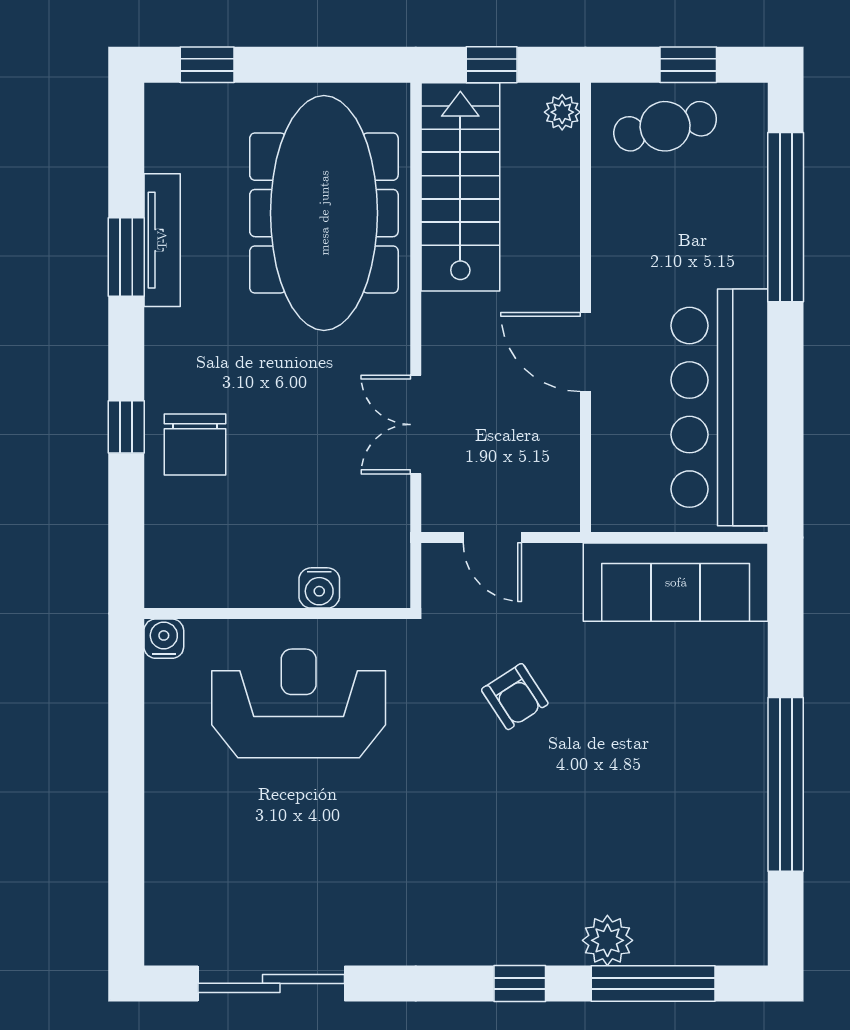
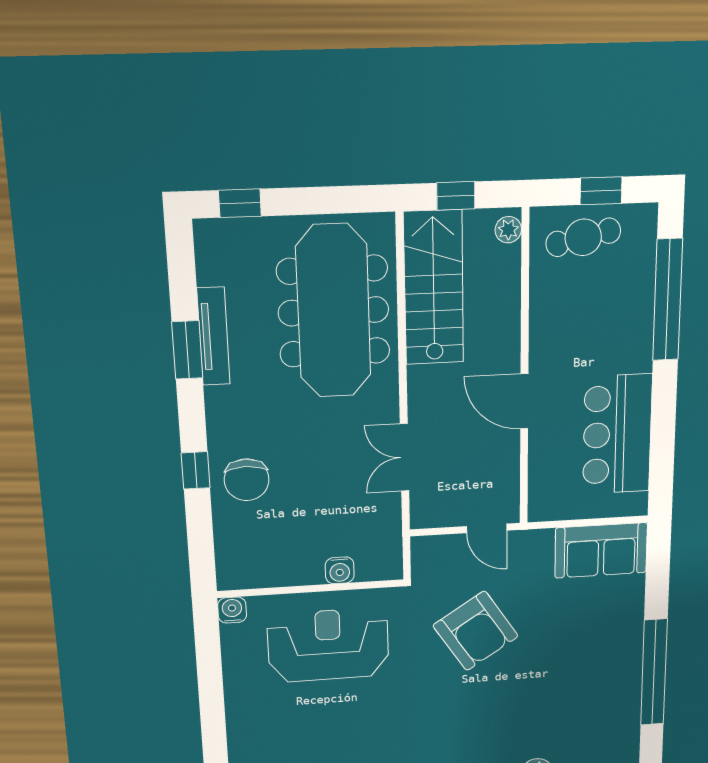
bar counter: (719, 407) -> (617, 434), width x0.73
door: (492, 538) -> (487, 528), moved
sofa: (676, 582) -> (601, 550), width x0.73
armchair: (515, 697) -> (476, 631), width x1.88, depth x1.88

